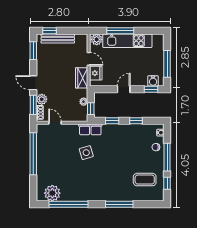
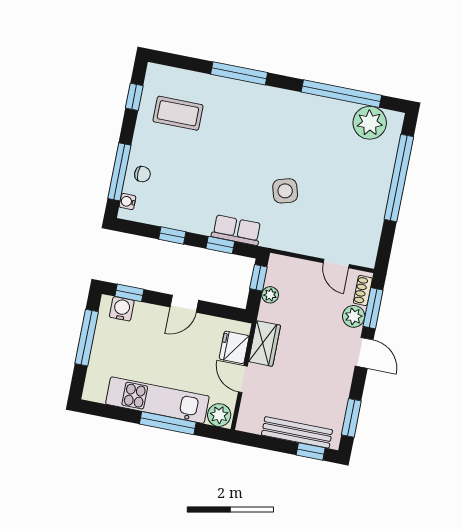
row of seats: (90, 129) -> (237, 230), moved
window: (33, 154) -> (399, 178), moved
window: (167, 157) -> (119, 172), moved

